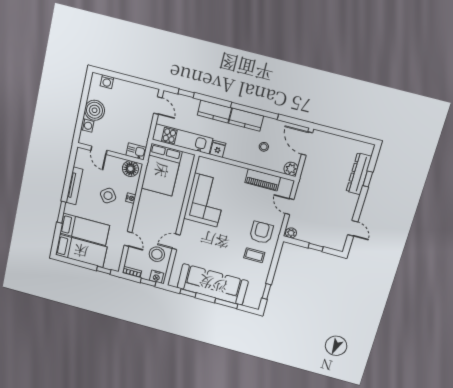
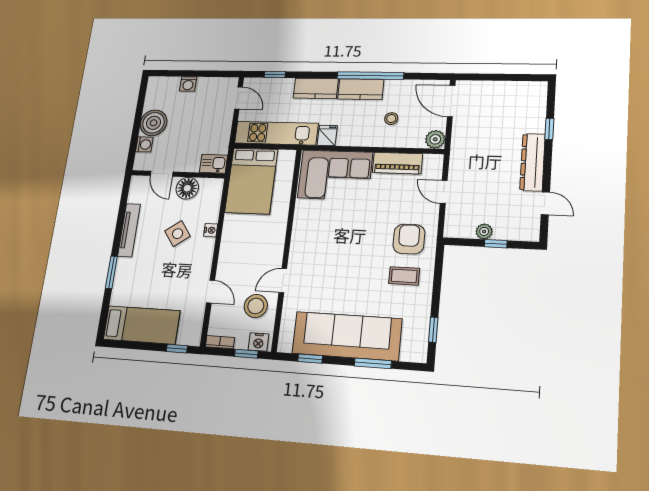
washing machine: (107, 82) -> (188, 84), moved
floor lamp: (130, 169) -> (187, 188), moved
dresser: (359, 174) -> (533, 162), moved
corner sofa: (206, 200) -> (335, 175), moved, turned 90
bed: (85, 229) -> (146, 291), removed
plant: (291, 233) -> (484, 231), moved

